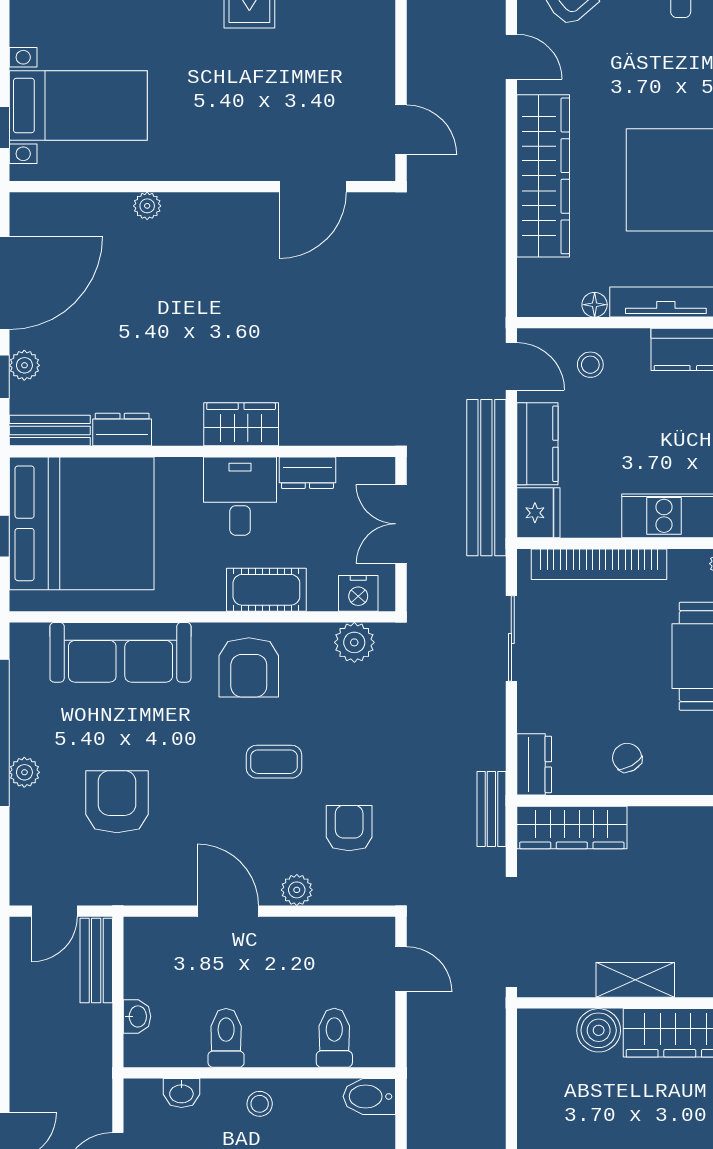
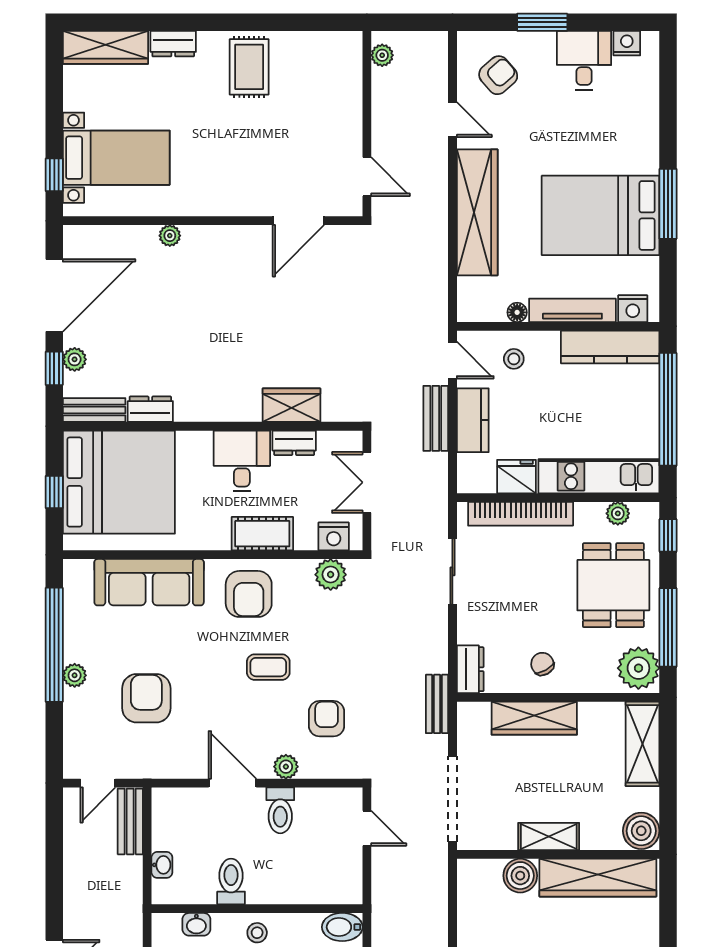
wardrobe: (241, 424) -> (291, 405), moved
bench: (486, 478) -> (436, 418), width x0.54, depth x0.82
fridge: (538, 513) -> (517, 477), moved, turned -90
wardrobe: (572, 827) -> (534, 718), moved
toilet: (334, 1038) -> (280, 810), moved, turned 180

